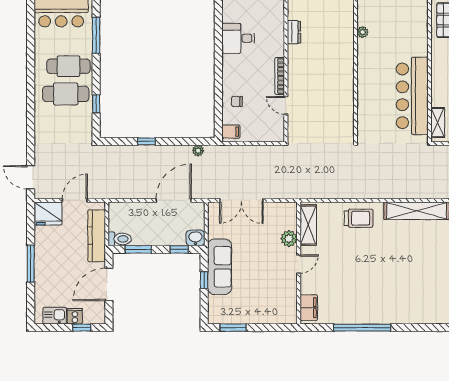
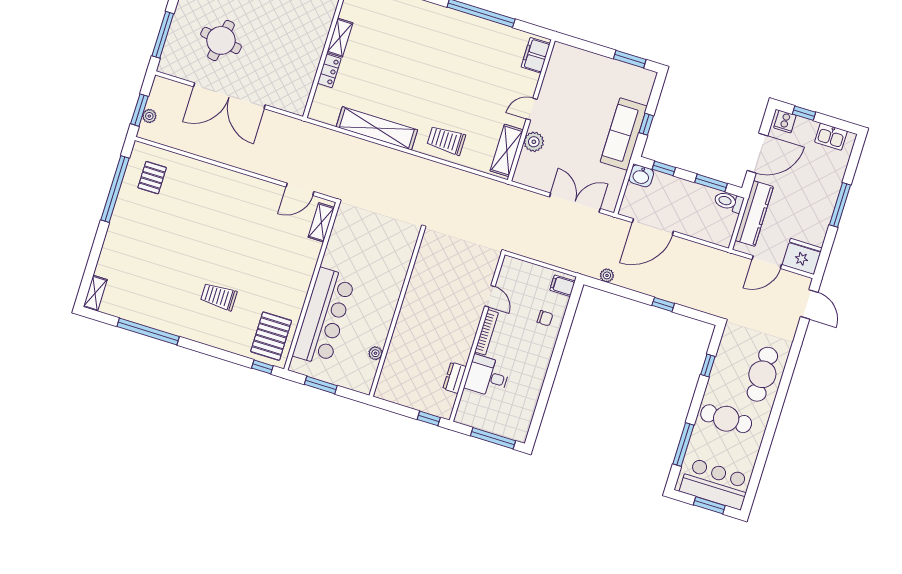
desk: (238, 38) -> (487, 376), moved, turned 180
cafe table: (66, 94) -> (762, 374), moved, turned 90
bar counter: (412, 96) -> (324, 317), moved
cooker: (75, 316) -> (785, 122), moved

